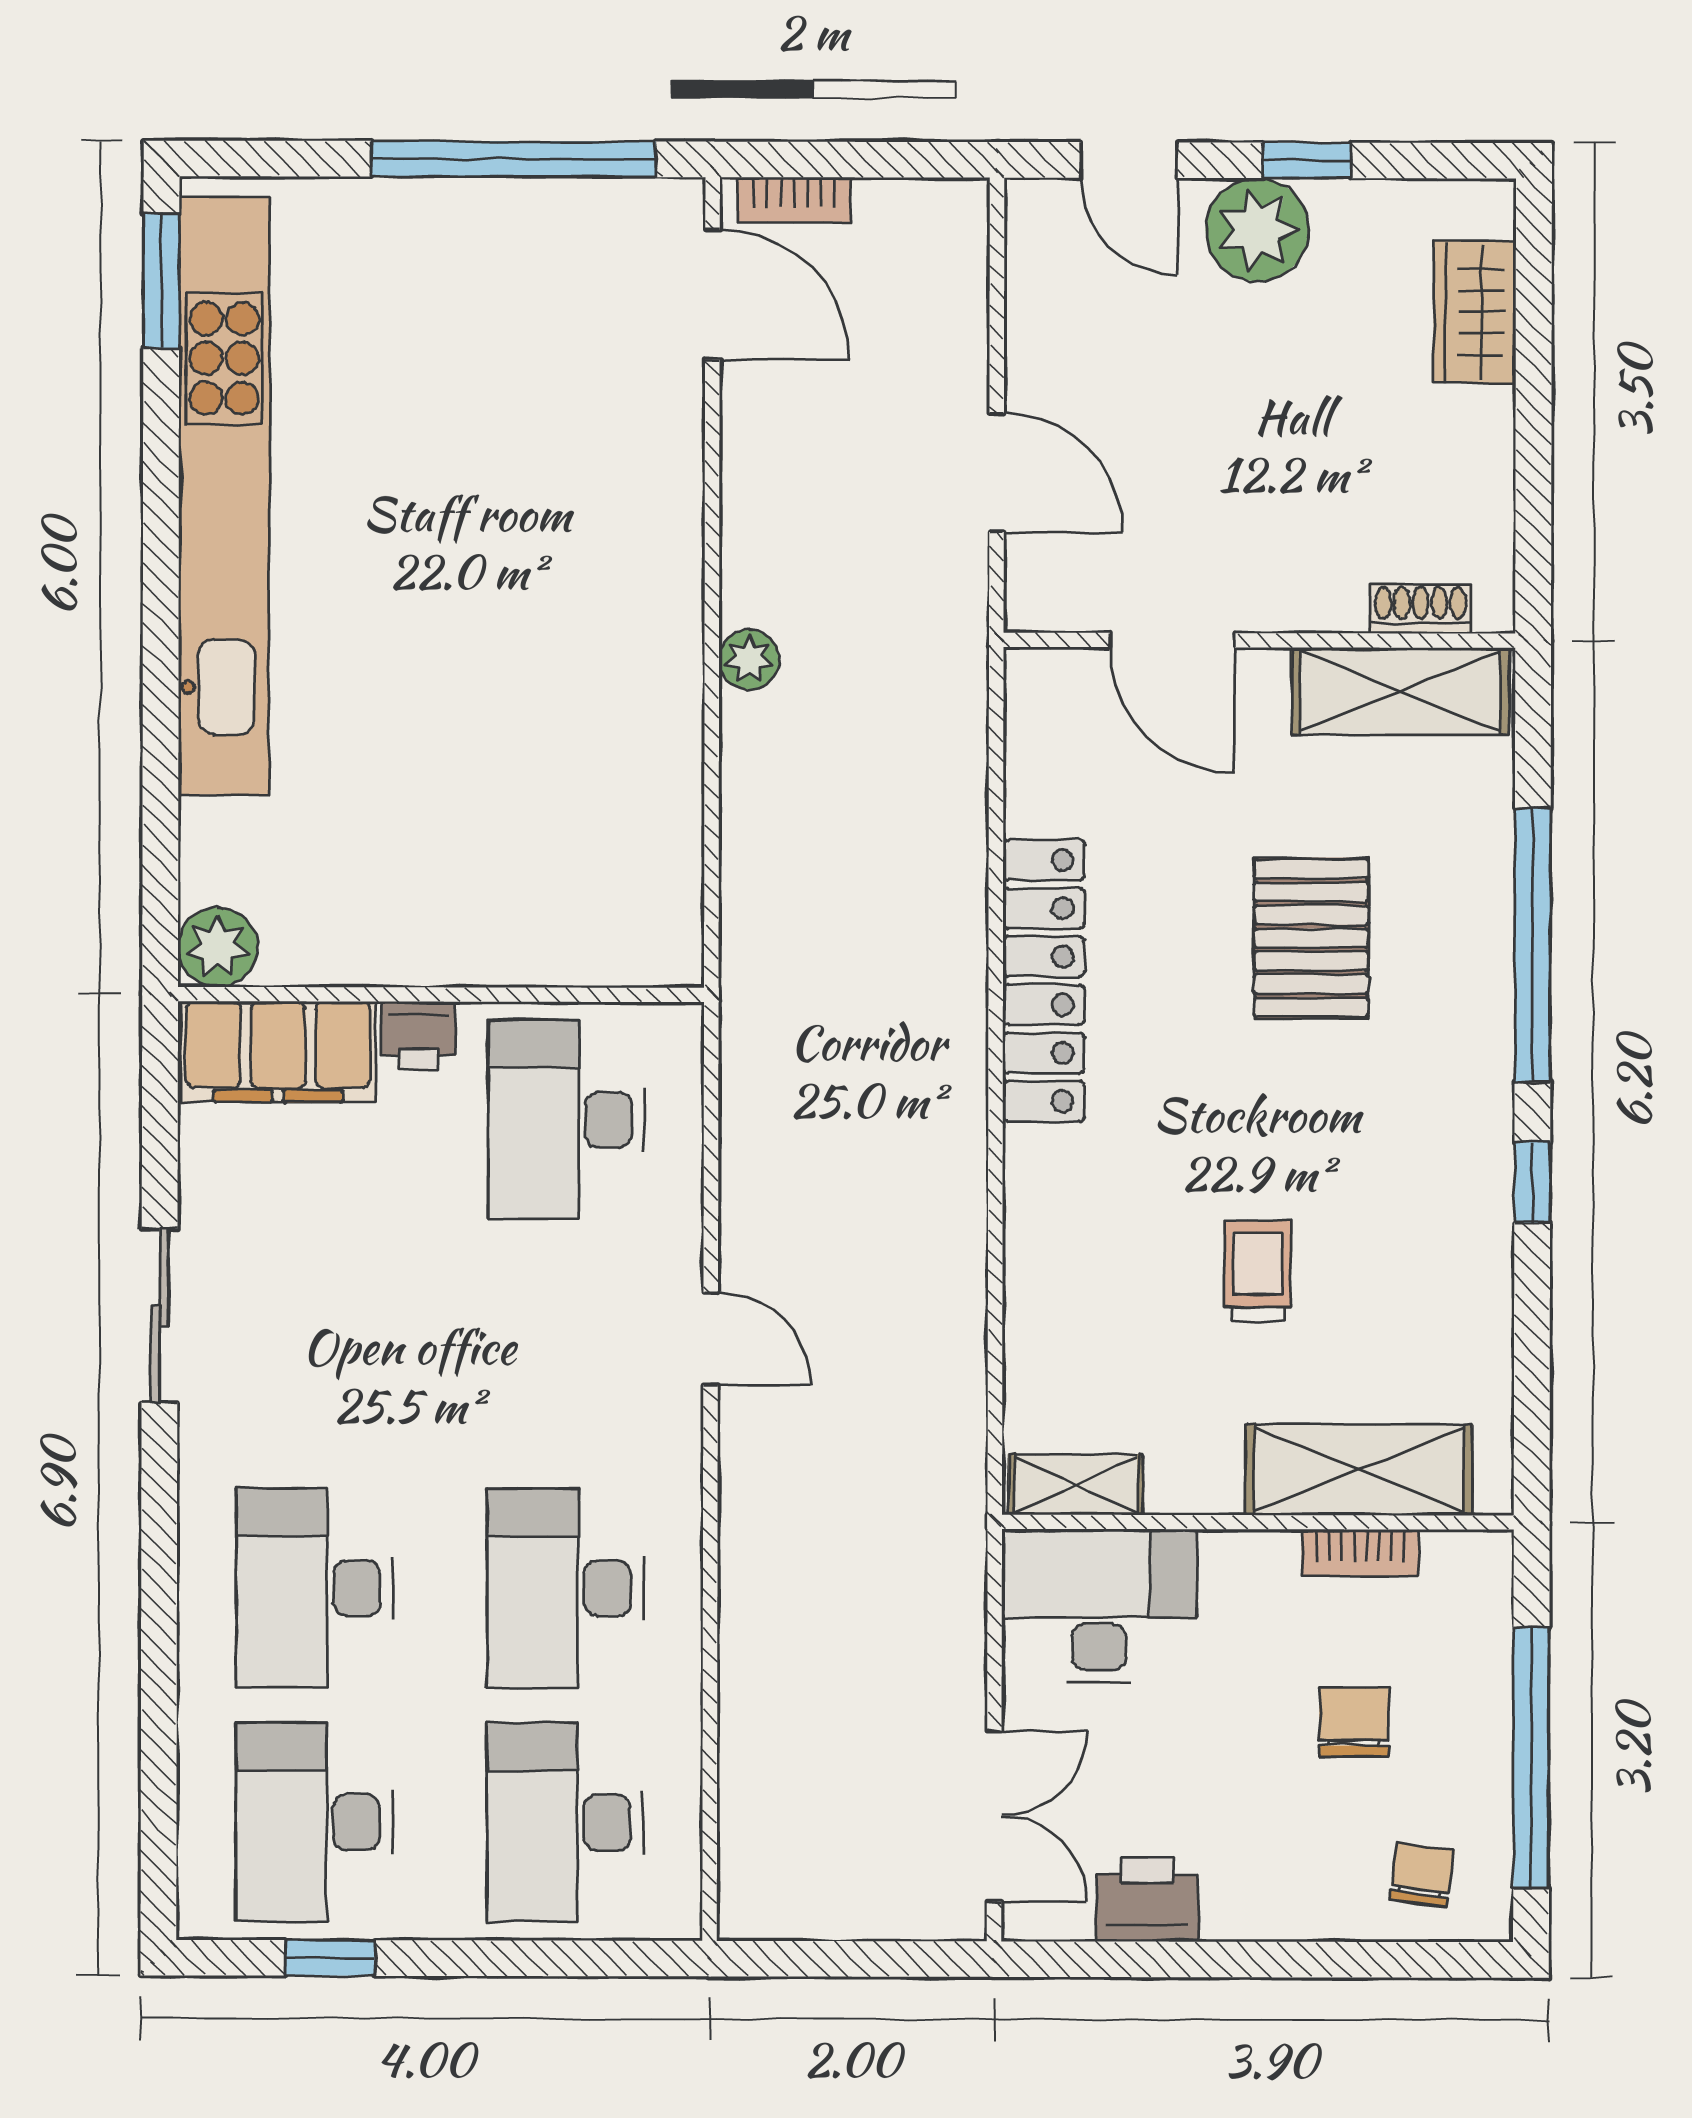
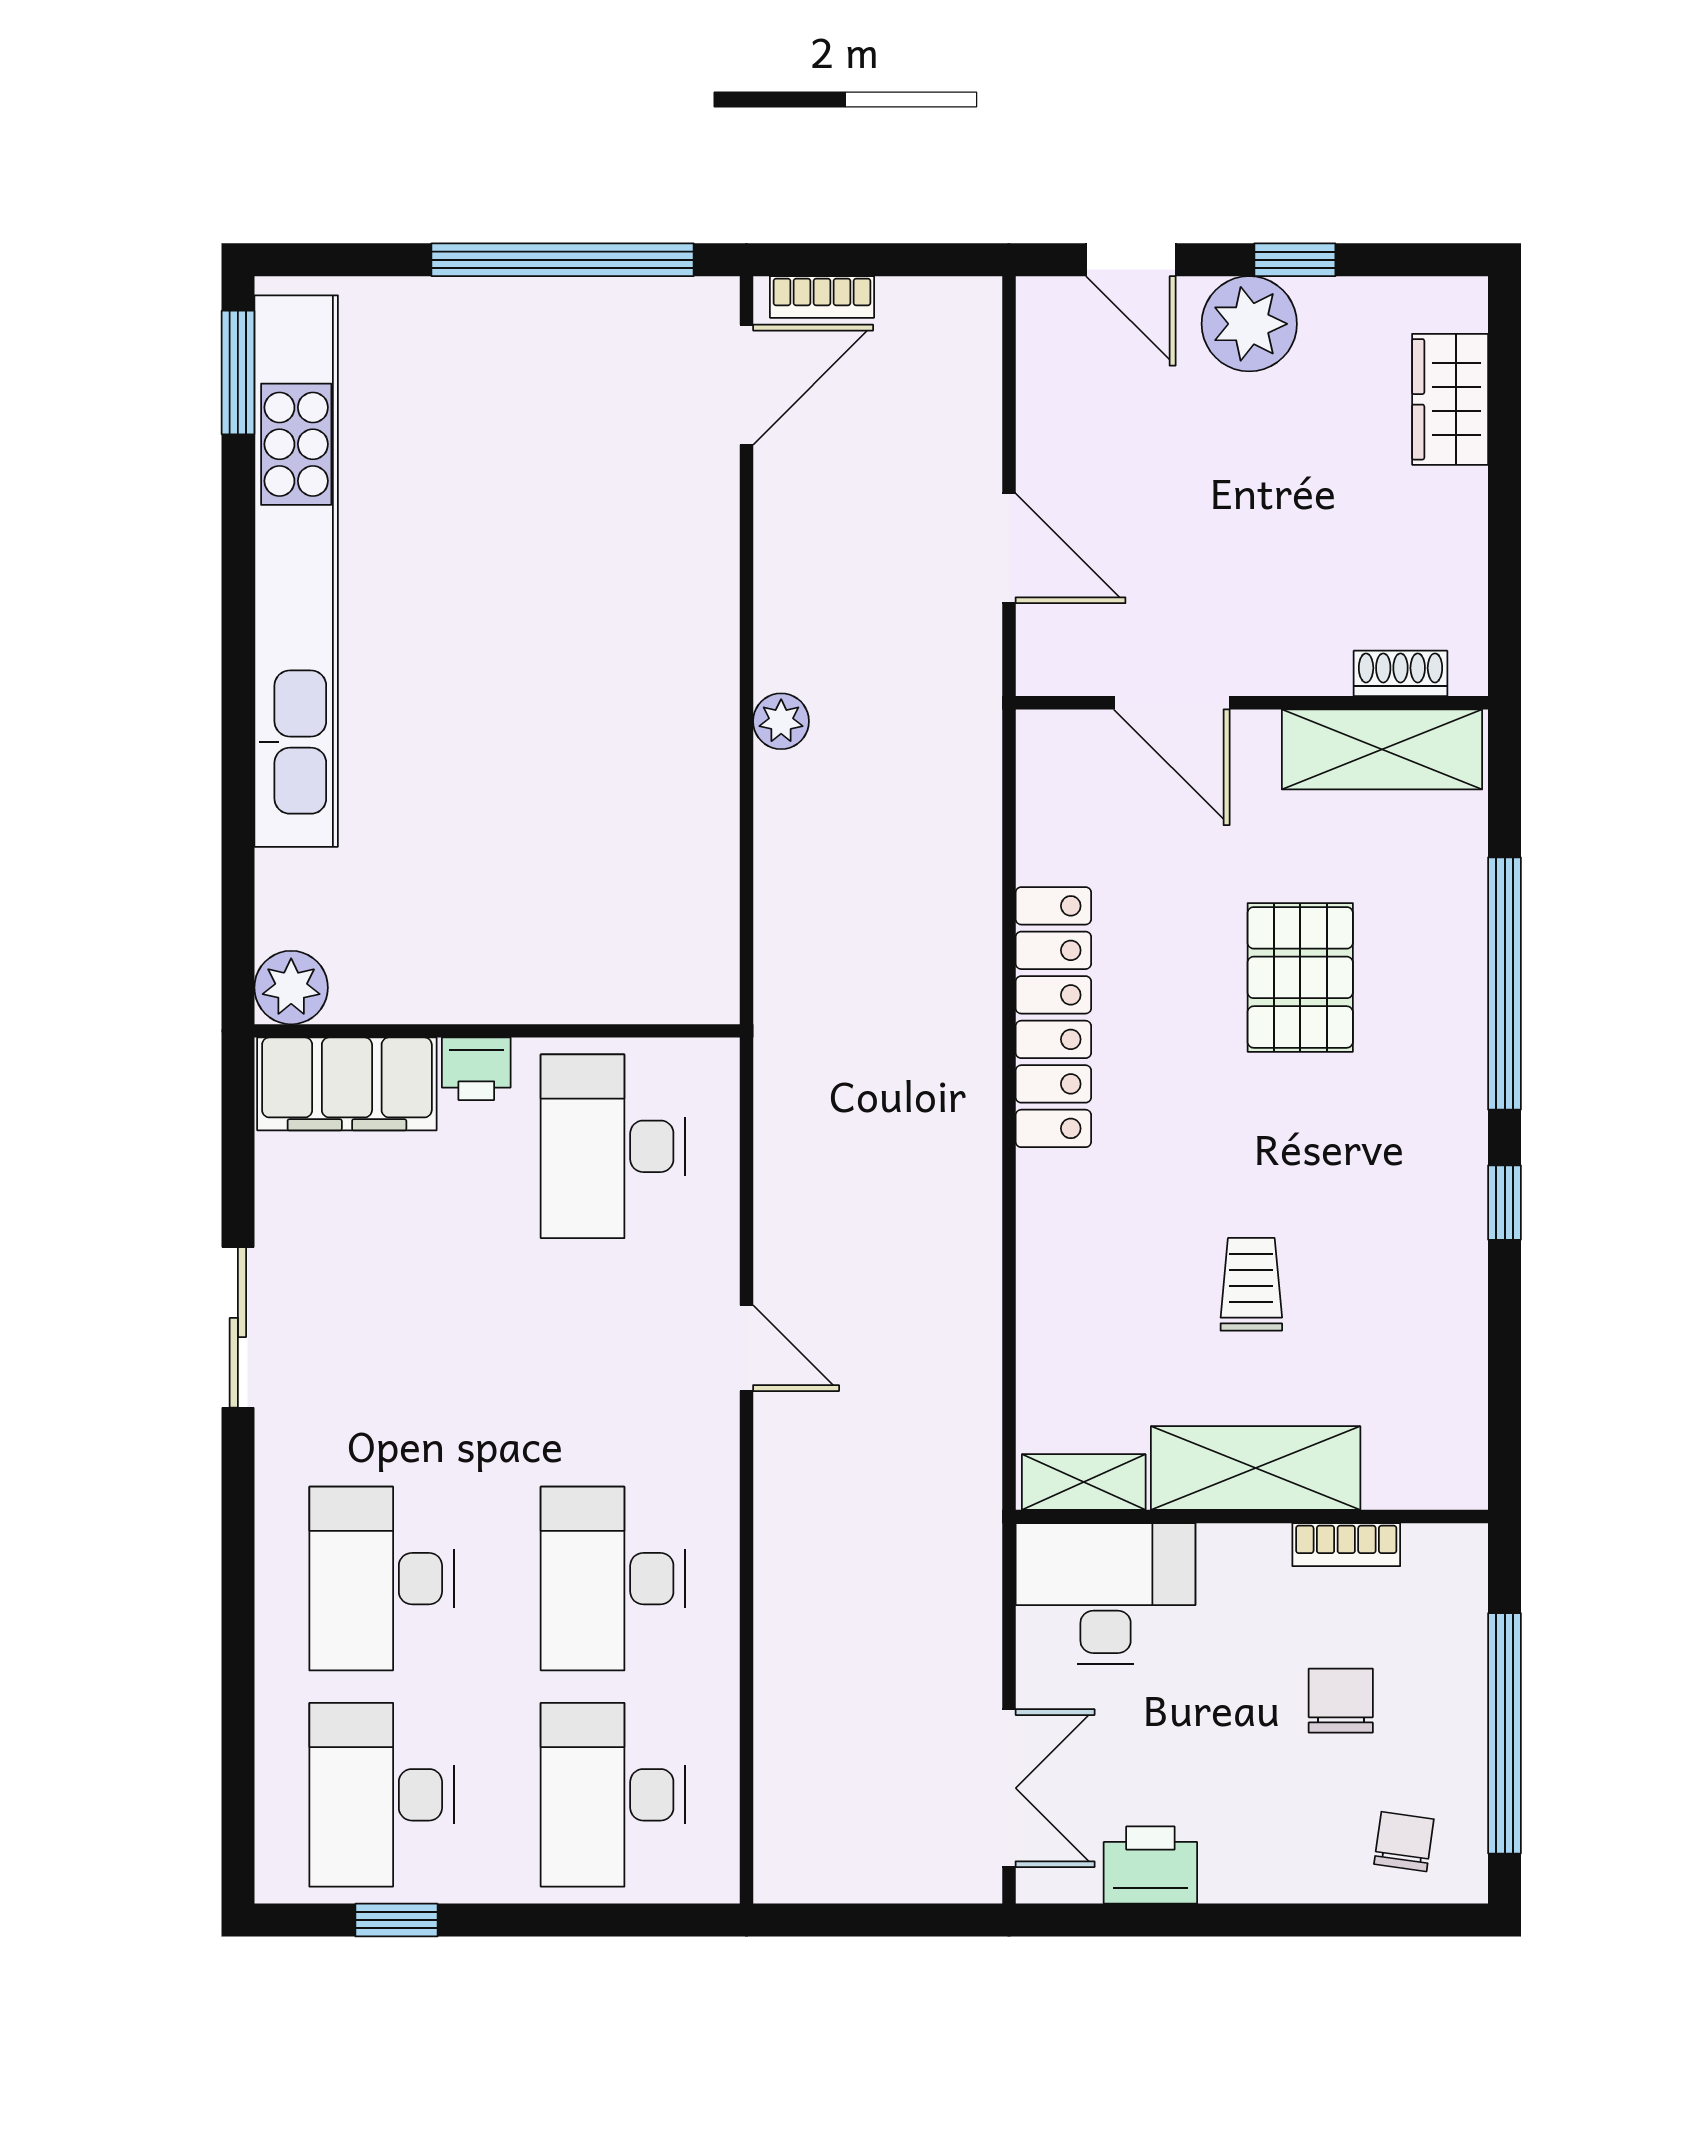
door: (712, 295) -> (747, 385), hinge flipped
shelving: (1359, 1470) -> (1256, 1468), moved

